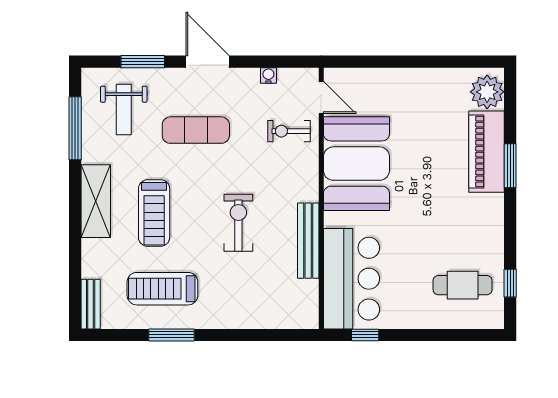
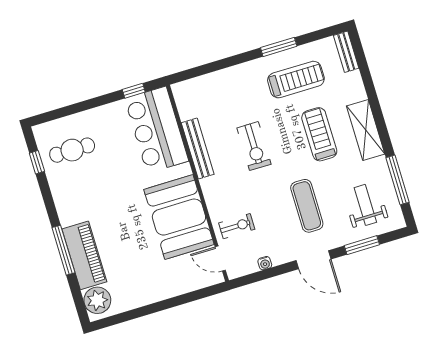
exercise mat: (196, 130) -> (307, 206), turned 90
window: (510, 166) -> (63, 250), width x1.44

